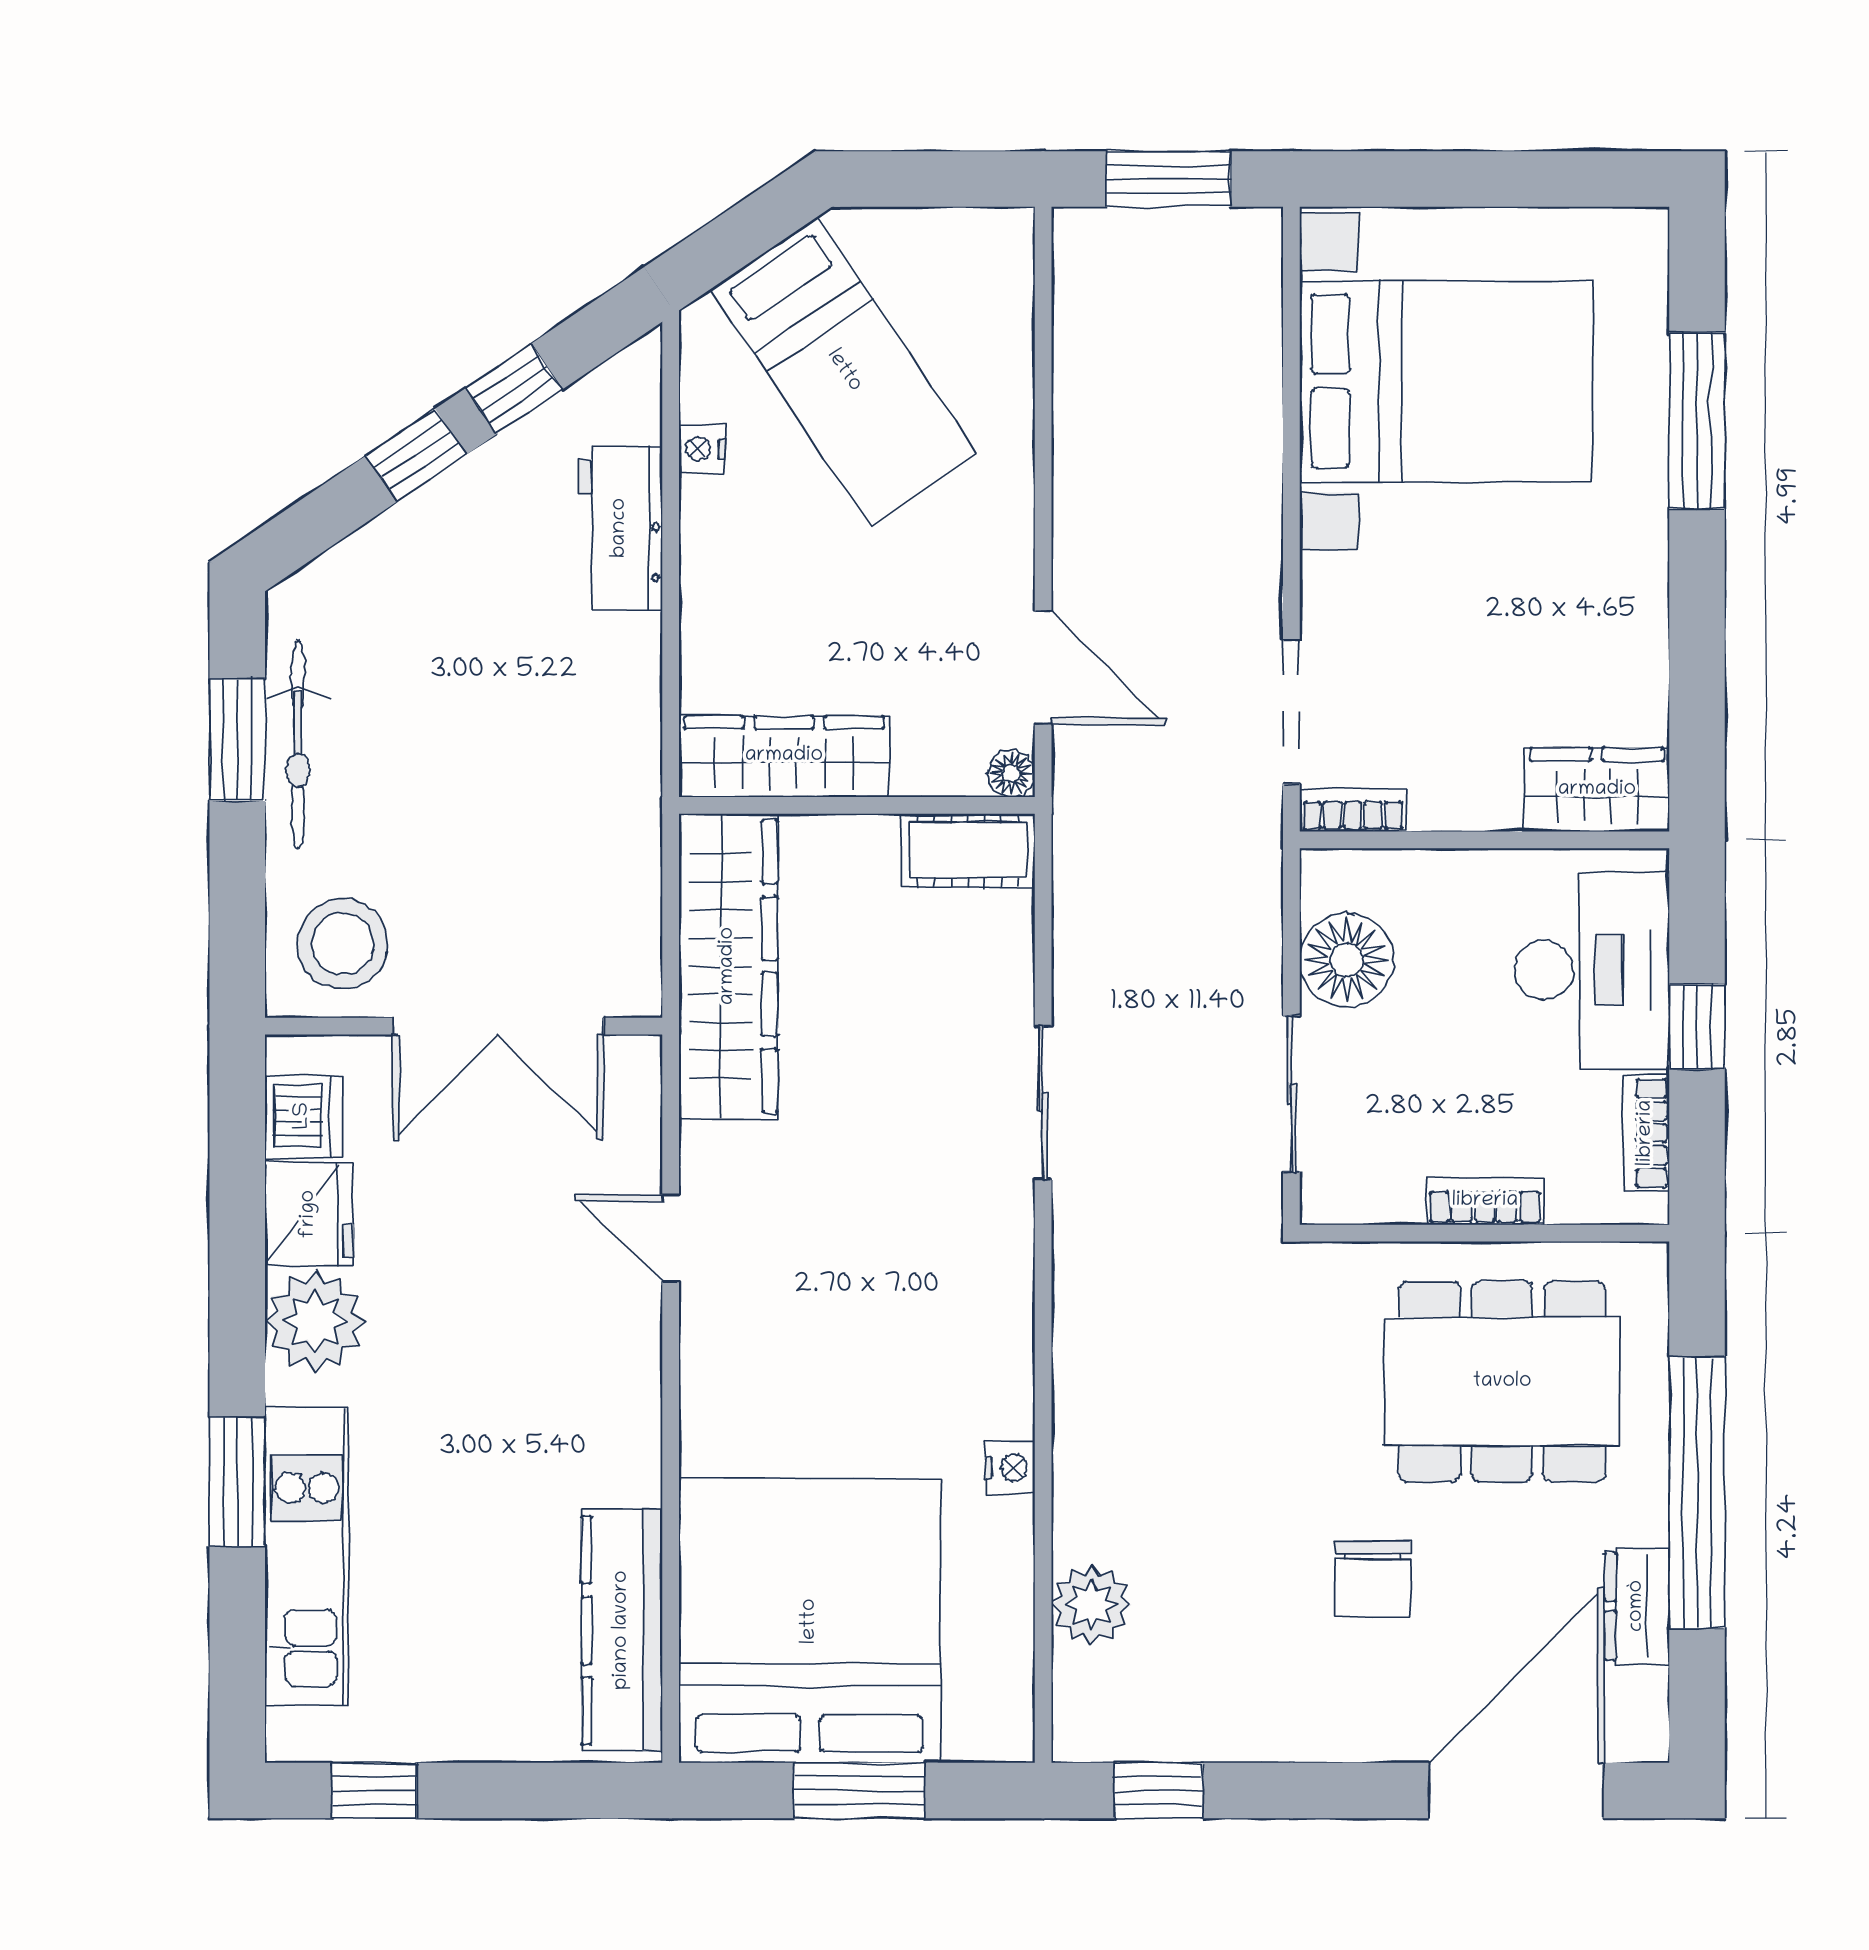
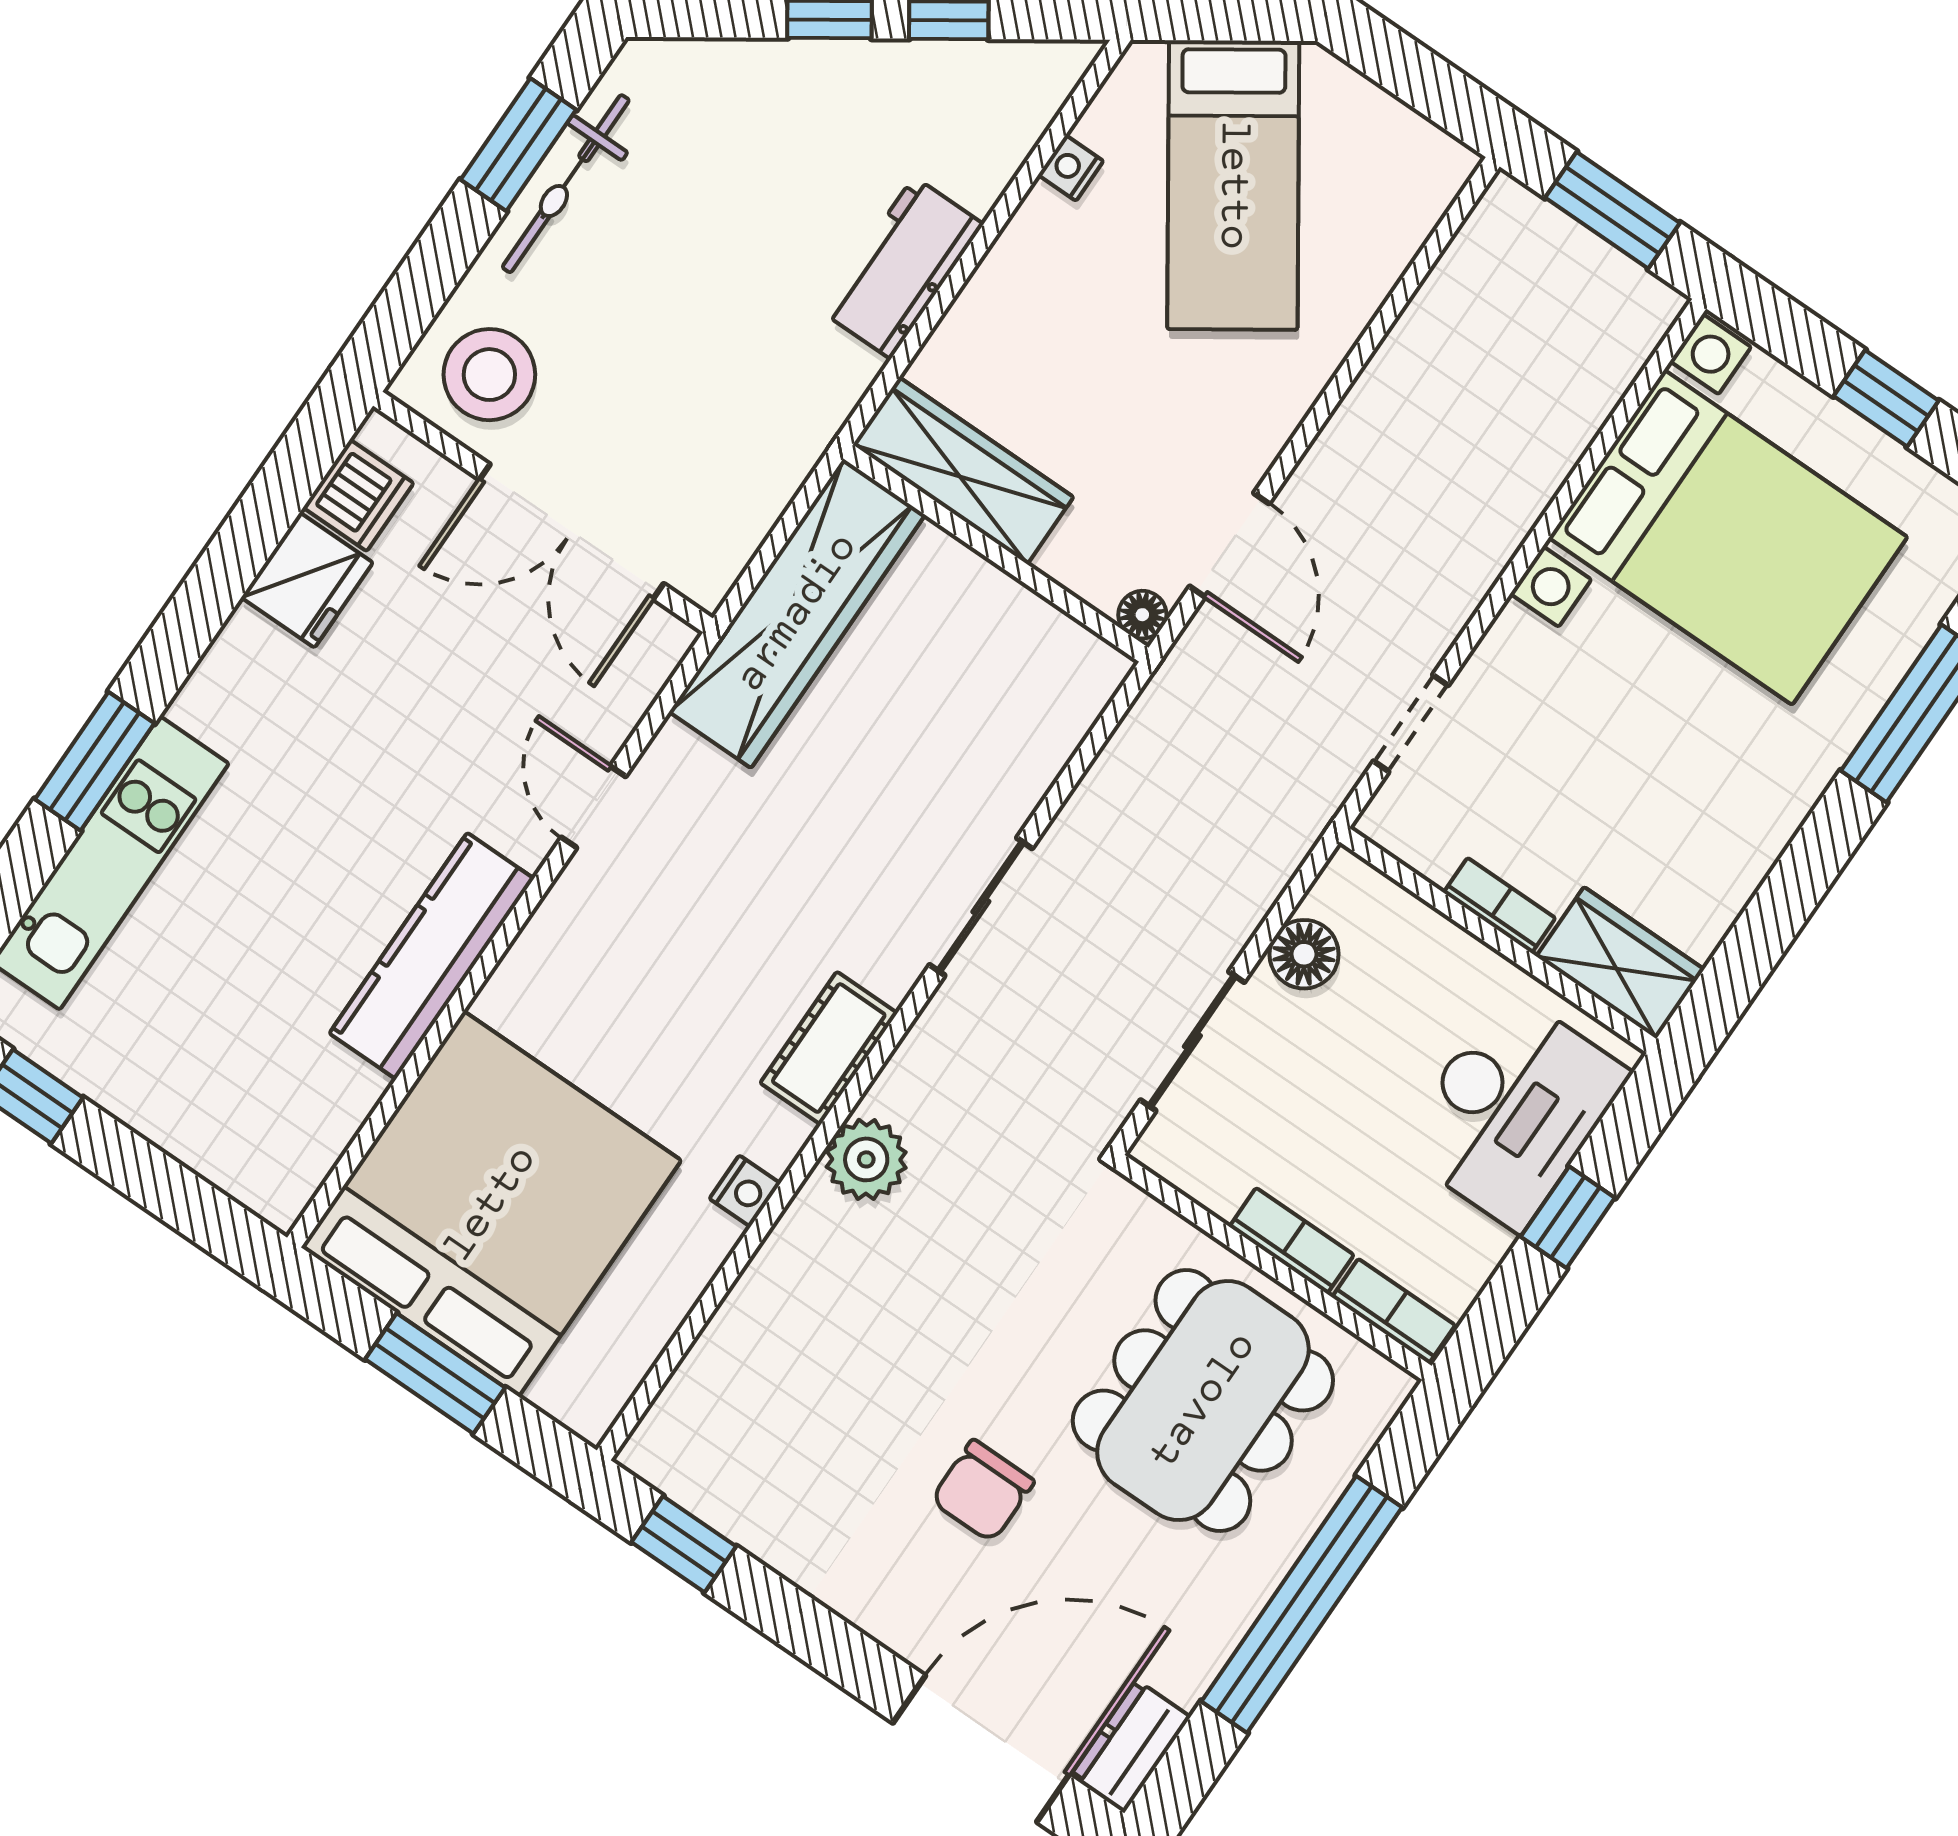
window: (1497, 179) -> (1886, 398), added
workbench: (620, 528) -> (902, 268), moved
doorway: (1291, 711) -> (1411, 723), width x0.73
bookcase: (1353, 810) -> (1499, 905), moved
cot: (968, 850) -> (829, 1048), moved, turned 90
floor lamp: (1347, 960) -> (1304, 954), width x0.73, depth x0.73
bookcase: (1646, 1133) -> (1393, 1311), moved, turned 90
plant: (315, 1321) -> (251, 673), removed
dining table: (1502, 1382) -> (1203, 1401), turned 90
plant: (1091, 1605) -> (866, 1159), moved
dresser: (1637, 1606) -> (1130, 1746), moved
kitchen counter: (622, 1630) -> (432, 956), moved

